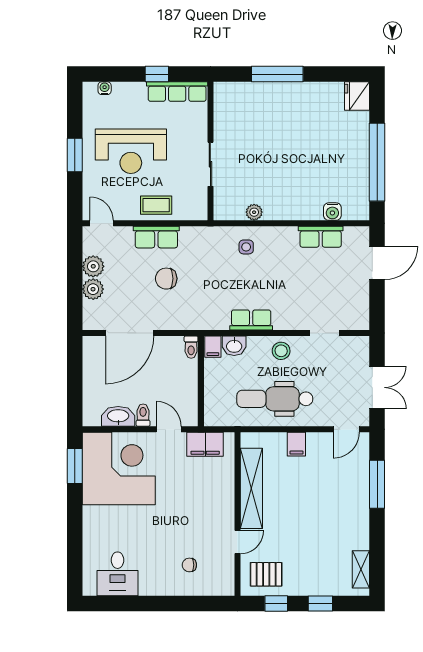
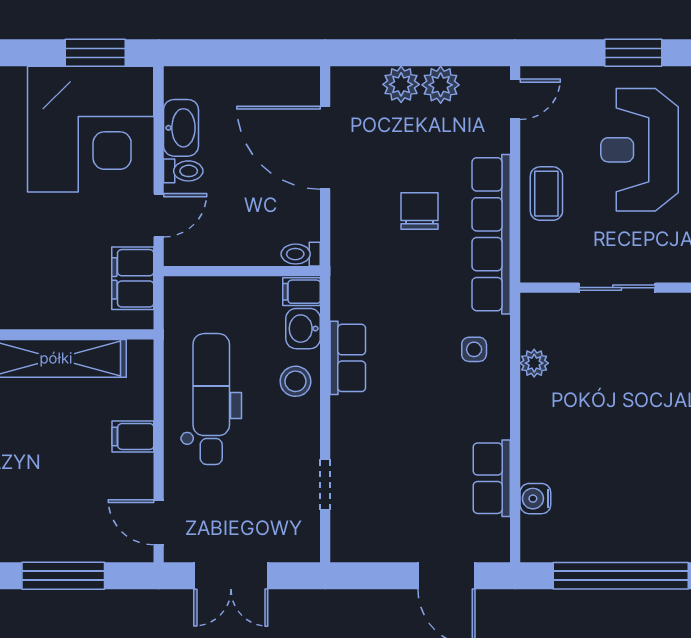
row of seats: (156, 237) -> (491, 234), width x2.02
stool: (281, 351) -> (295, 381), moved

